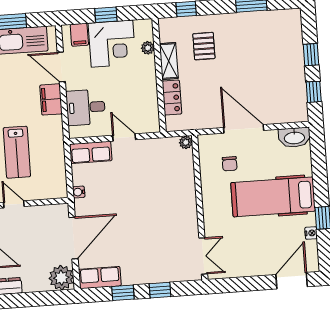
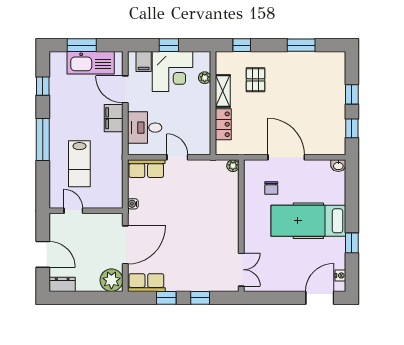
washbasin: (294, 137) -> (338, 166), width x0.52, depth x0.69
nightstand: (311, 233) -> (340, 275), moved

